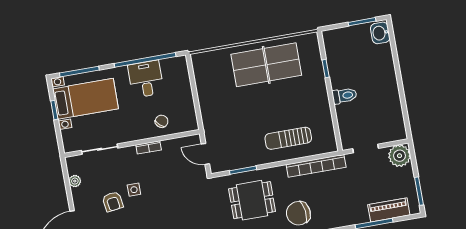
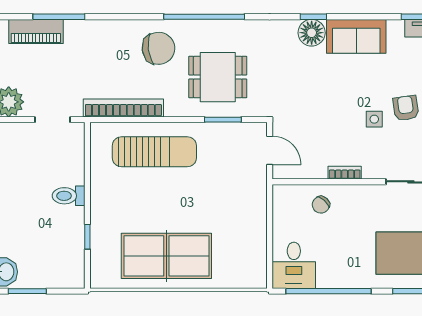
desk: (146, 79) -> (294, 265), moved
sun lounger: (288, 138) -> (154, 152), width x1.36, depth x1.34

